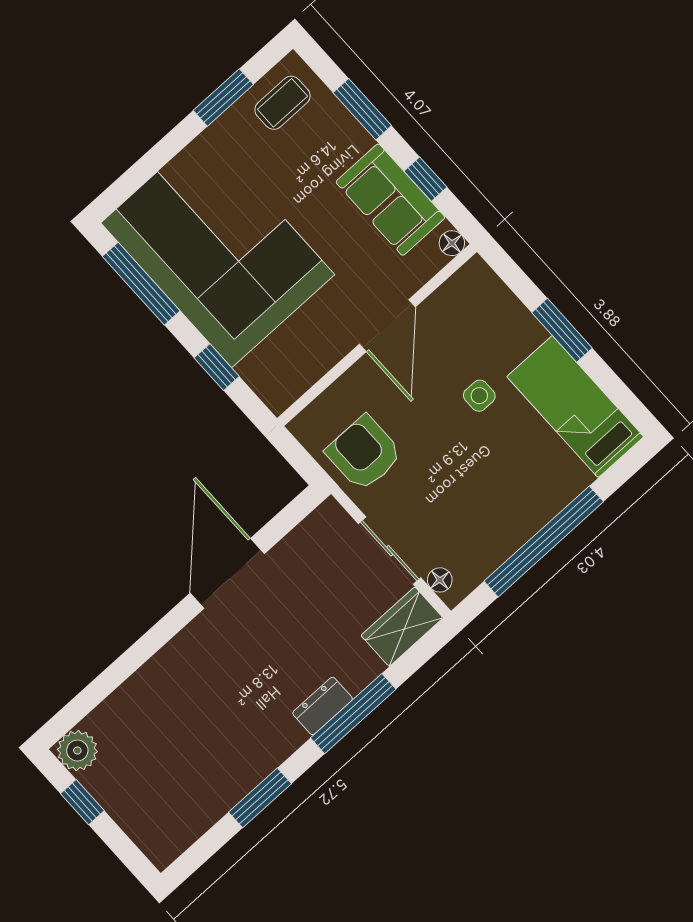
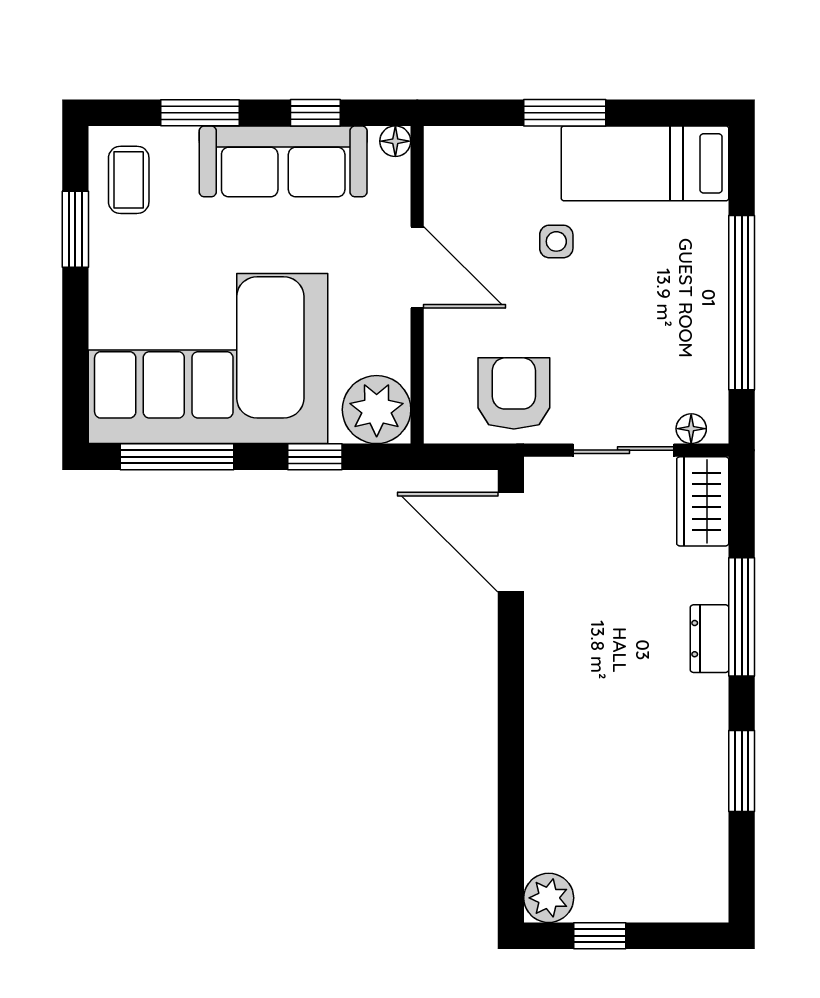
sofa: (390, 200) -> (283, 161), width x1.36
plant: (279, 379) -> (377, 410), added
armchair: (364, 453) -> (514, 393), turned 90
door: (227, 573) -> (511, 542), moved

